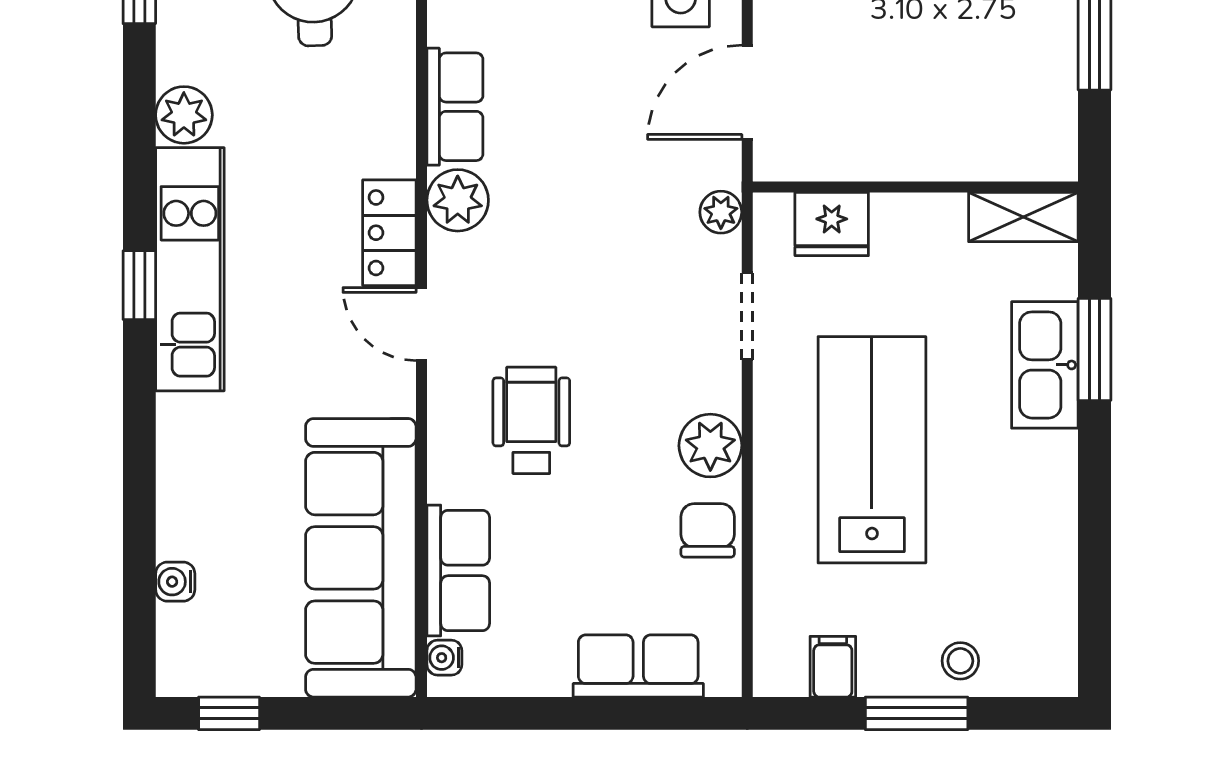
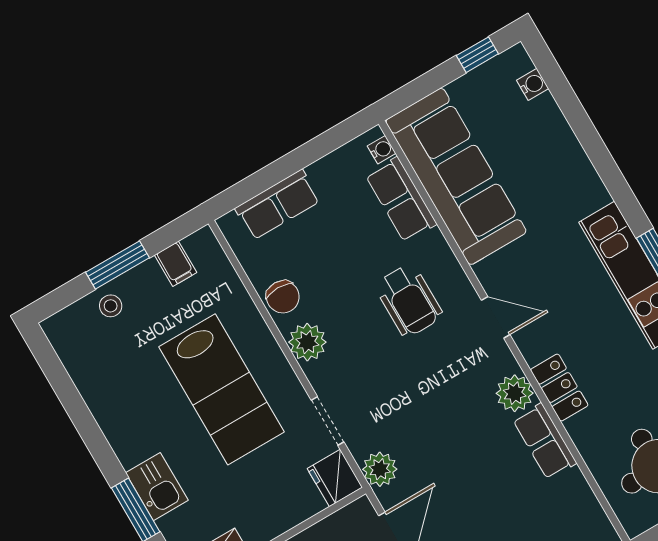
plant: (721, 212) -> (380, 469), width x1.38, depth x1.38
fridge: (832, 224) -> (335, 478), moved, turned -90
locker: (389, 233) -> (559, 388), moved
kitchen sink: (1045, 365) -> (157, 487), width x0.73
water cooler: (175, 582) -> (533, 84), moved

